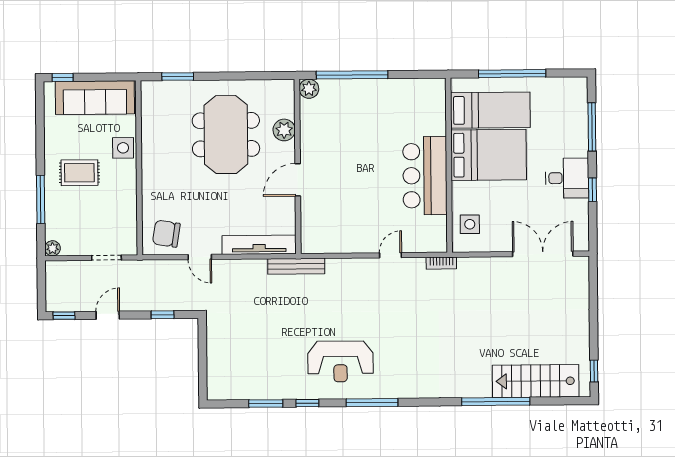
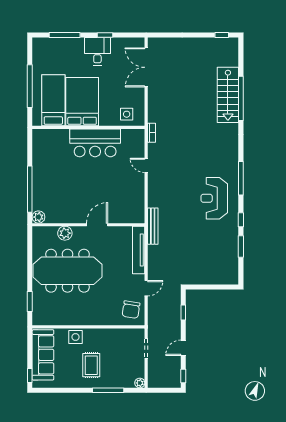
meeting table: (226, 135) -> (68, 271), width x1.36
door: (298, 180) -> (97, 225), swing flipped
door: (108, 315) -> (183, 348), hinge flipped
reception desk: (340, 361) -> (214, 198), turned 180
stairs: (536, 381) -> (228, 95), moved

